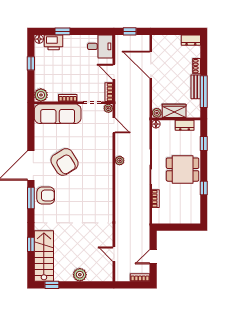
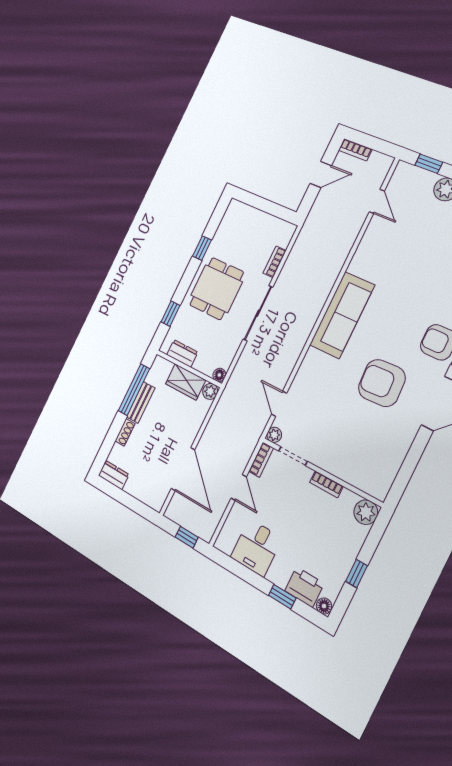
desk: (100, 46) -> (256, 548), moved, turned -90
sofa: (58, 114) -> (342, 315), moved, turned 90
plant: (120, 161) -> (297, 345), removed
armchair: (65, 162) -> (382, 383), turned -61
dining table: (183, 170) -> (217, 289), turned 90
window: (95, 285) -> (429, 164), added

